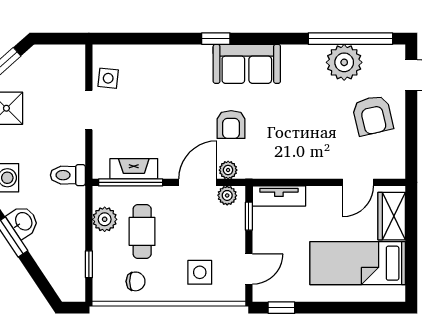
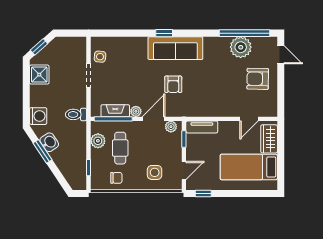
sofa: (247, 64) -> (175, 48), width x1.36
armchair: (373, 115) -> (258, 79), turned 104
plant: (228, 170) -> (136, 111), moved

